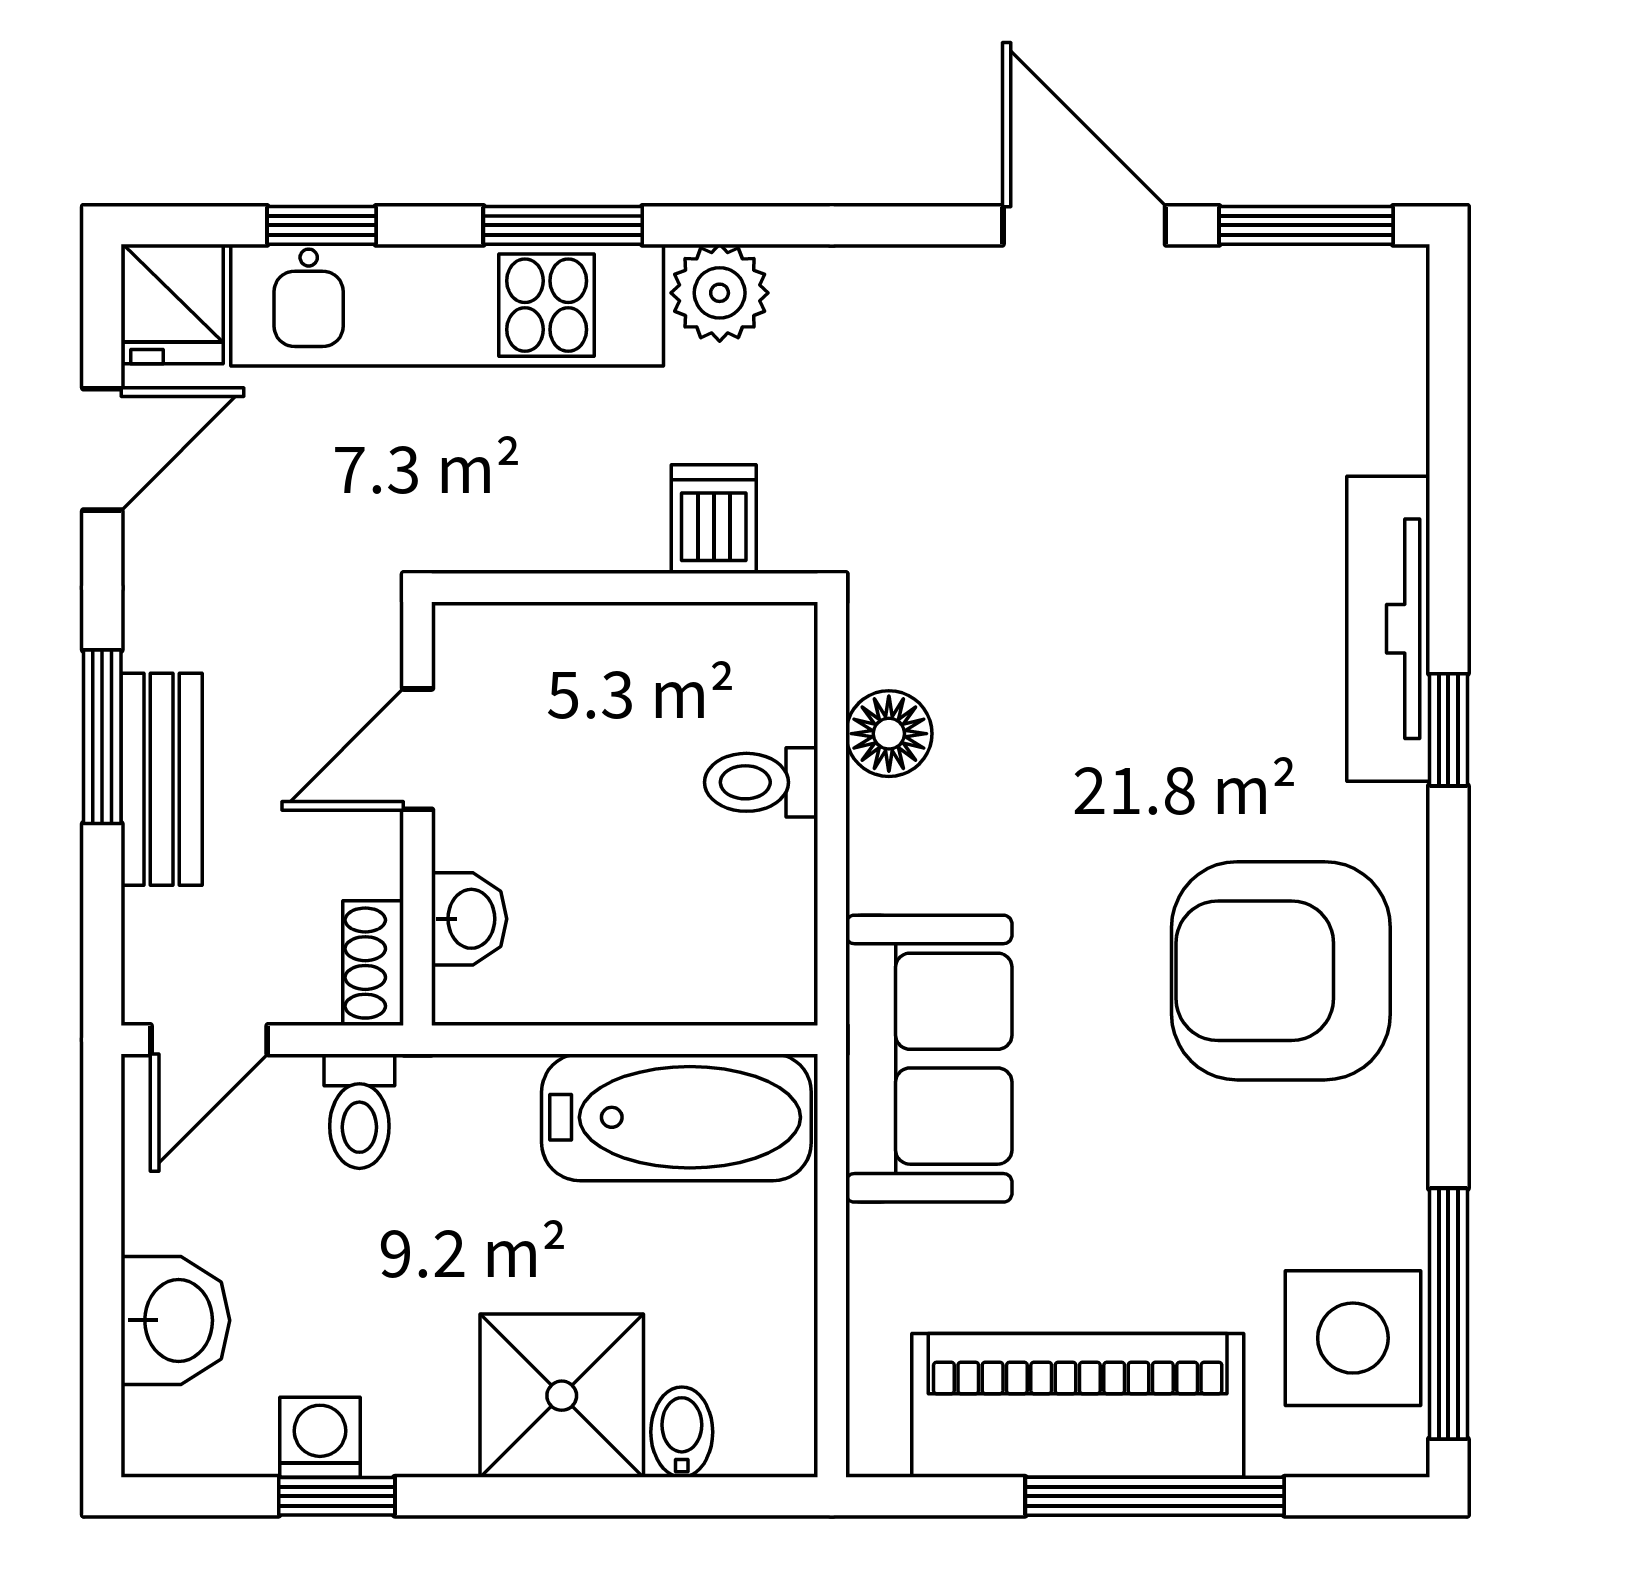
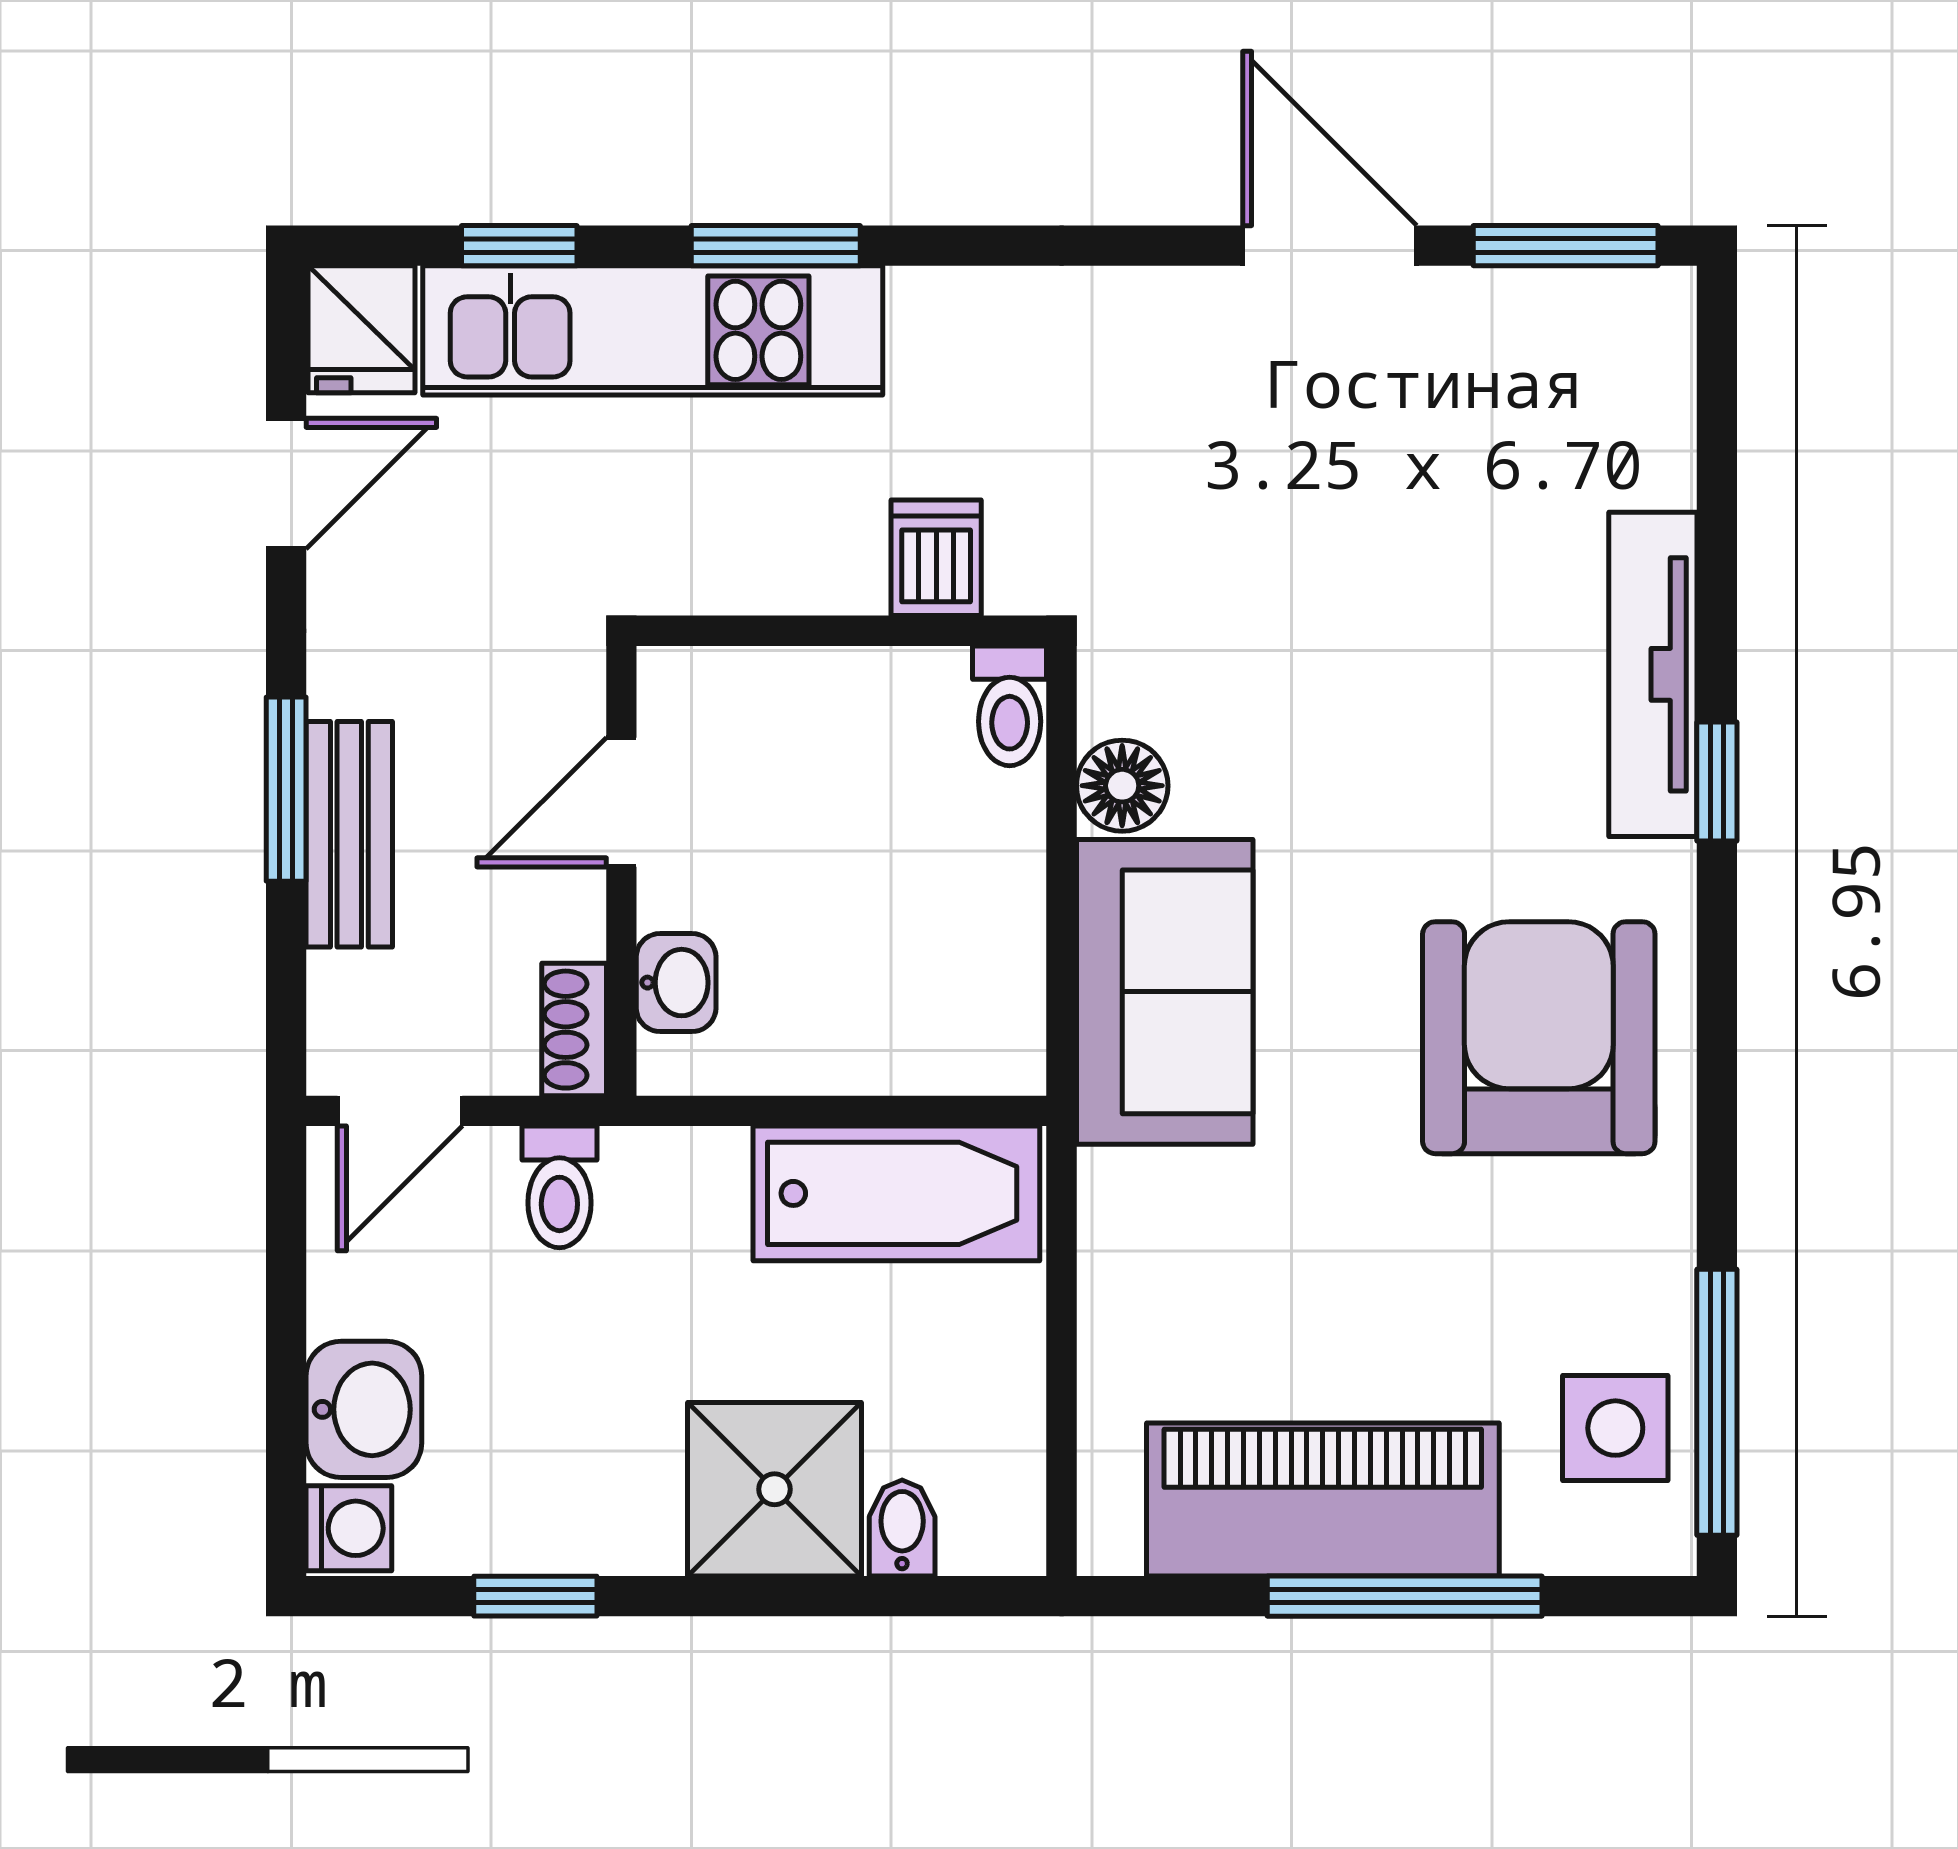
plant: (720, 293) -> (942, 317), removed
toilet: (761, 782) -> (1010, 706), moved, turned -90
armchair: (1281, 971) -> (1539, 1038), turned 90
sofa: (929, 1059) -> (1165, 992), moved
side table: (1353, 1338) -> (1615, 1428), width x0.73, depth x0.73
washing machine: (320, 1437) -> (349, 1528), moved, turned 90

